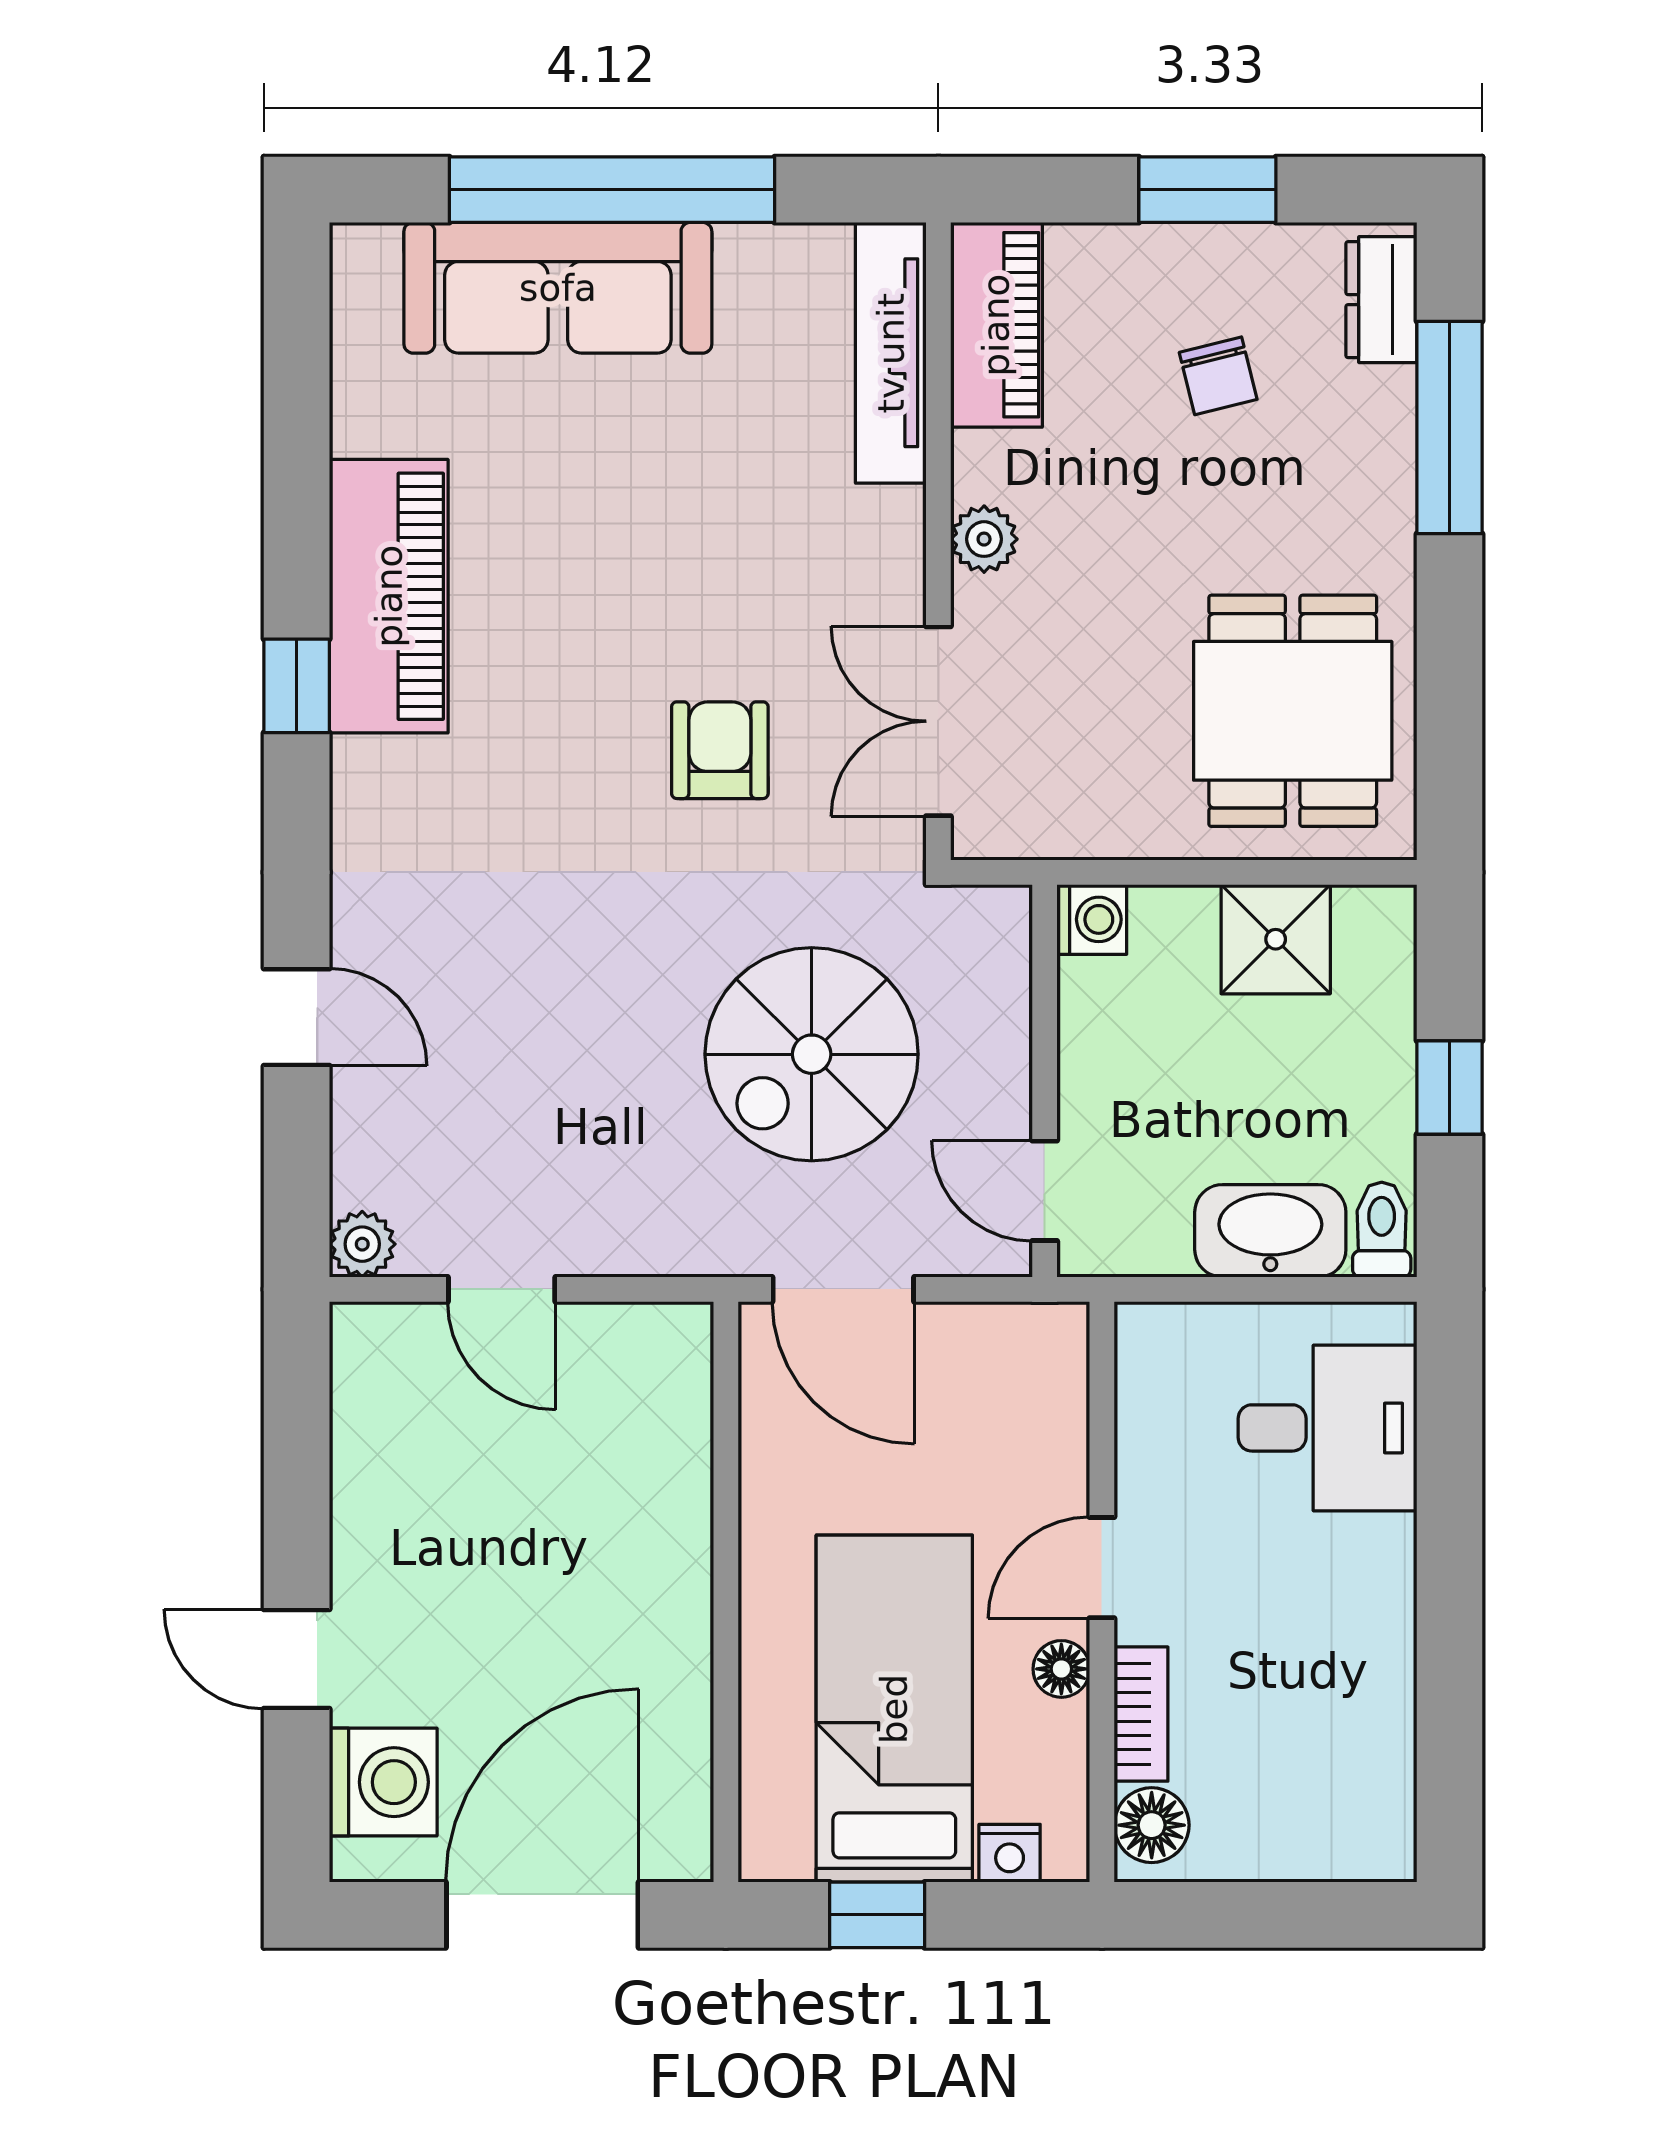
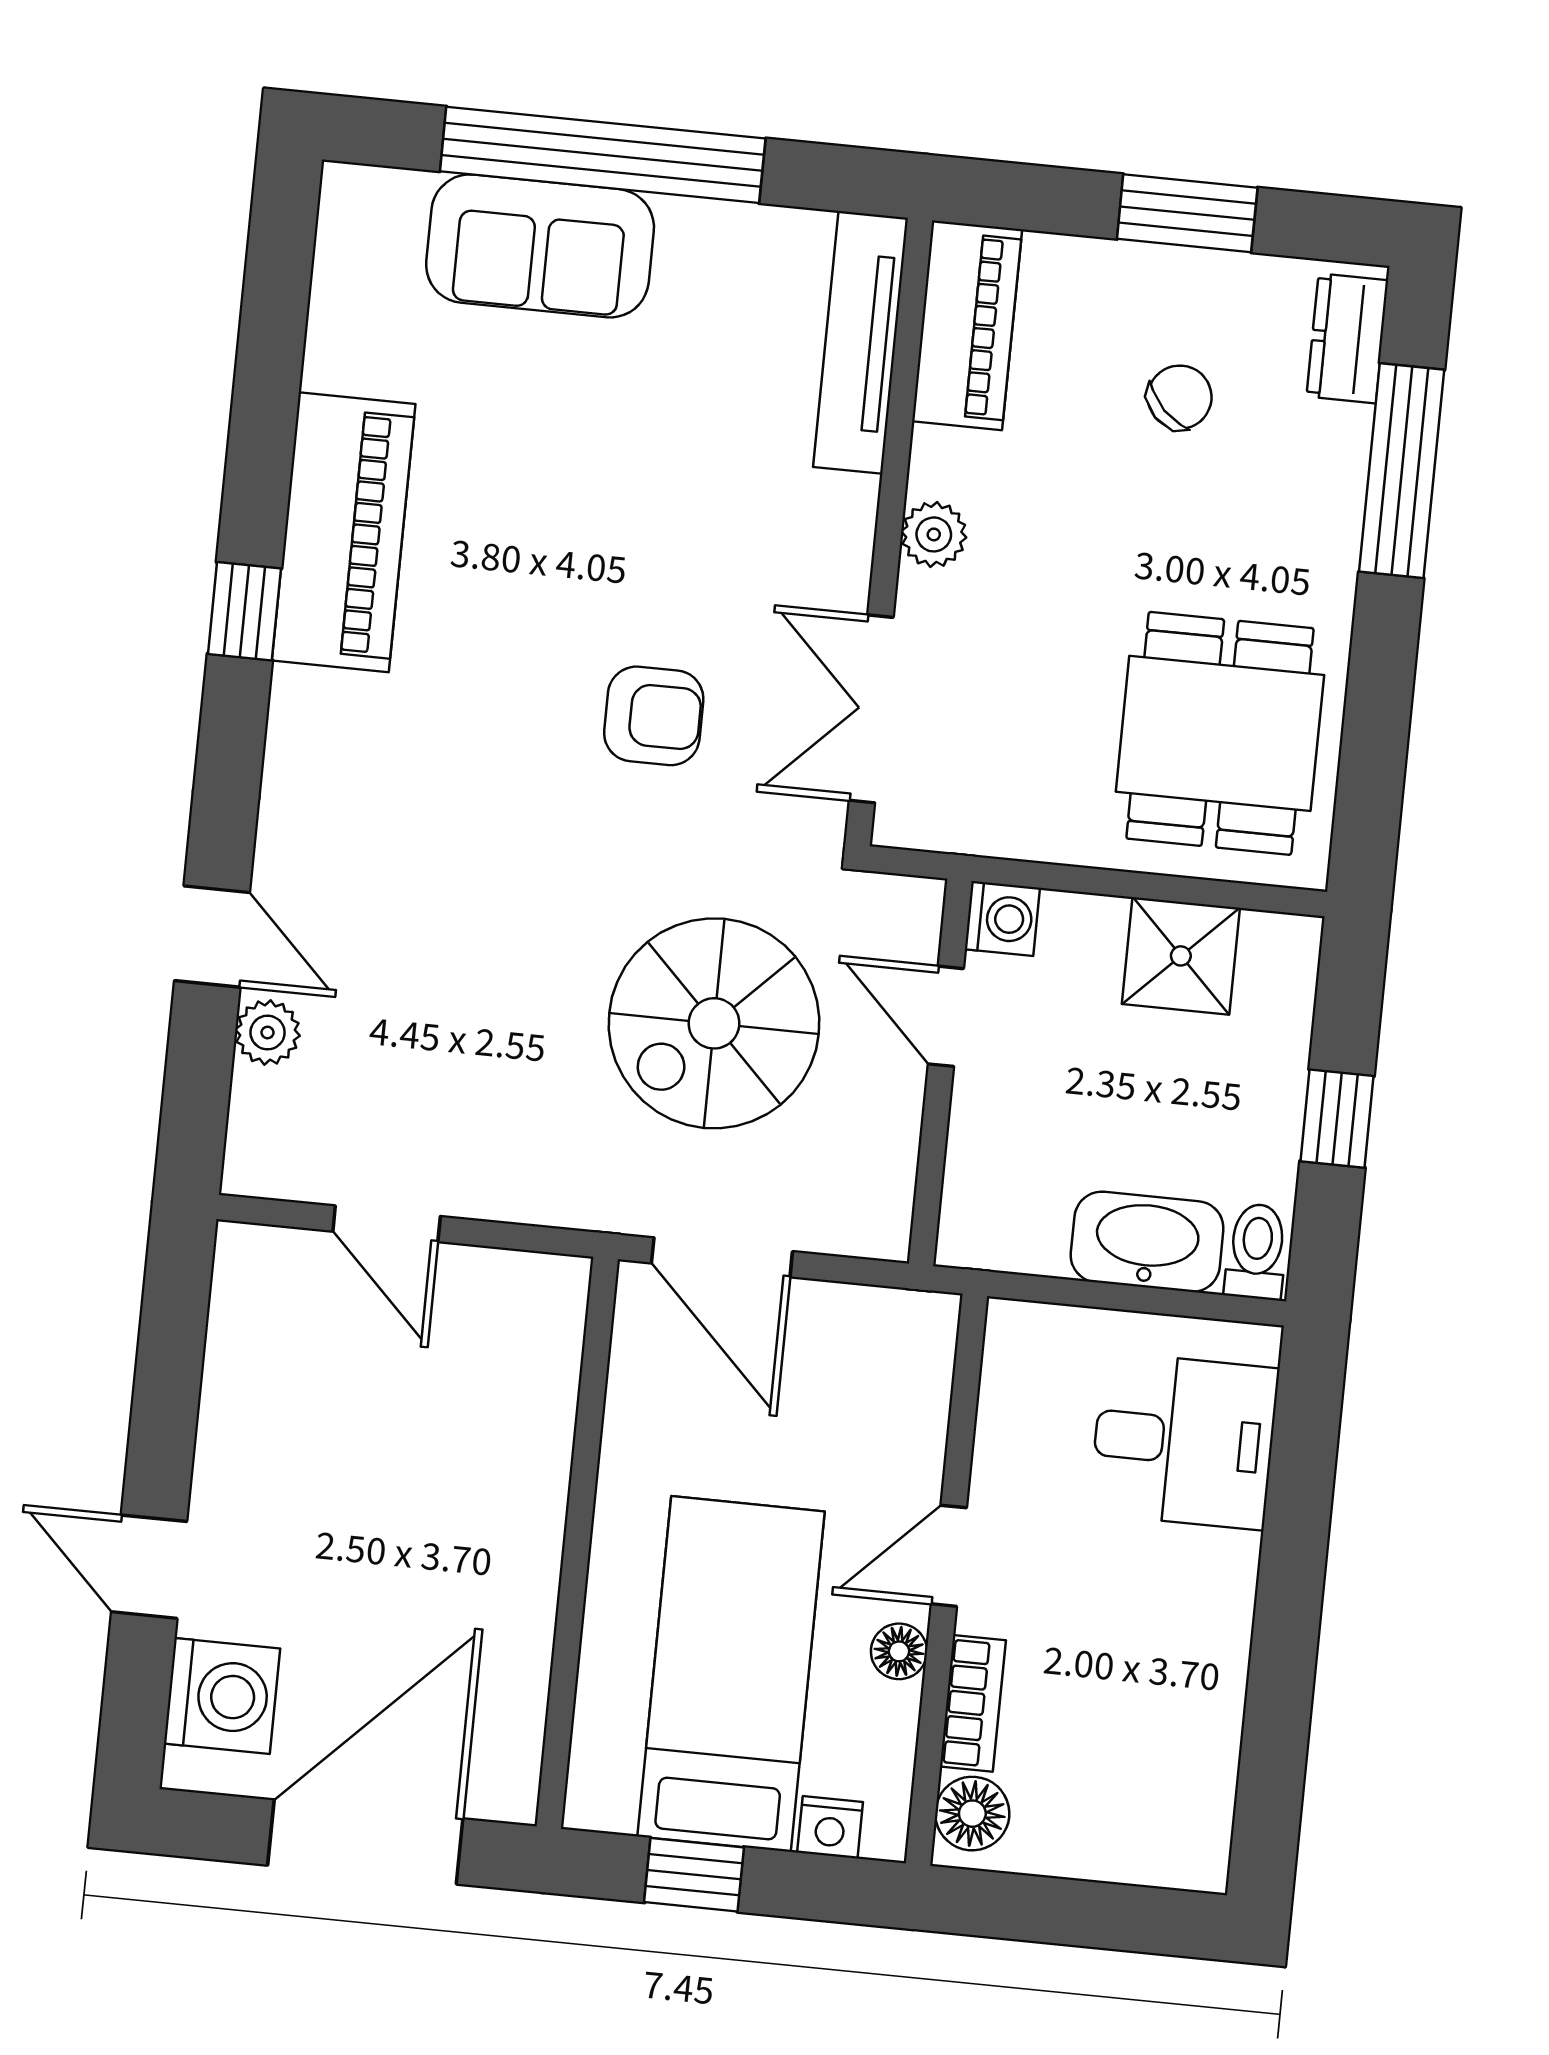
sofa: (558, 288) -> (540, 246), width x0.73
chair: (1218, 376) -> (1180, 397), turned -121
armchair: (720, 750) -> (654, 716), turned 90
door: (1045, 1191) -> (946, 1016), moved
plant: (362, 1244) -> (268, 1033), moved

